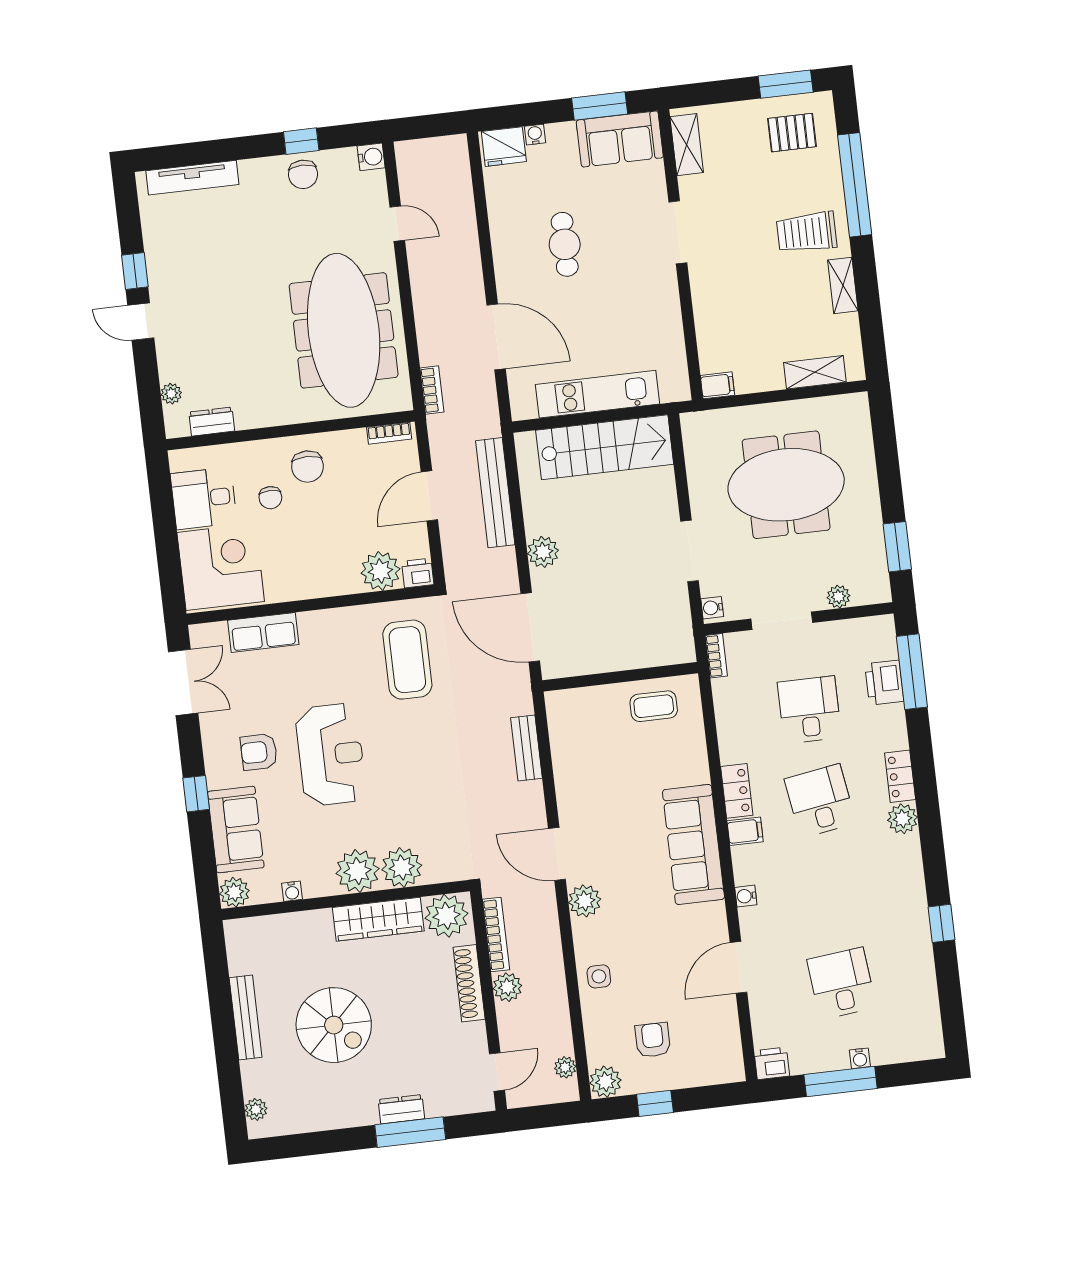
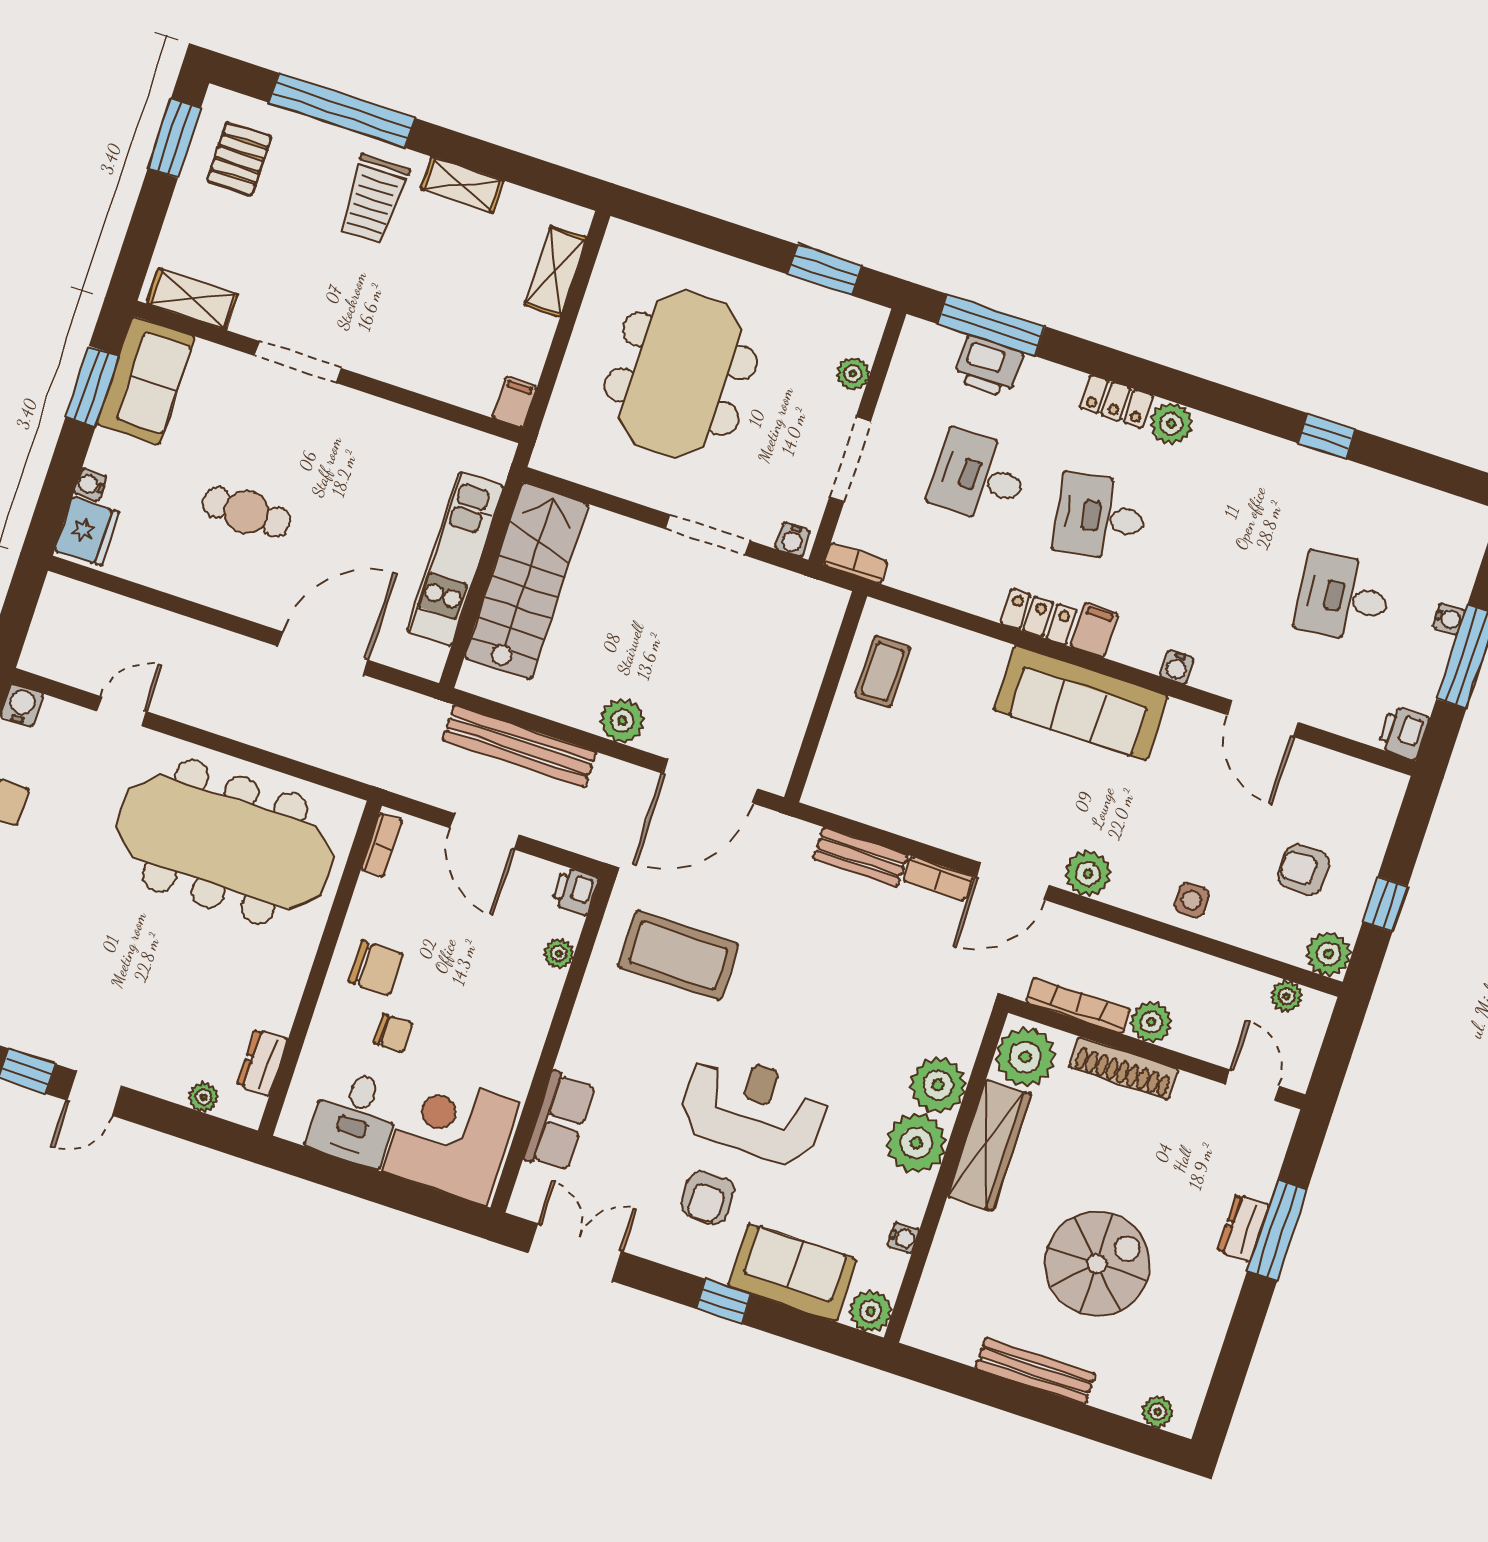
bookcase: (432, 390) -> (938, 879), moved, turned 180
plant: (380, 571) -> (559, 954), width x0.53, depth x0.53

